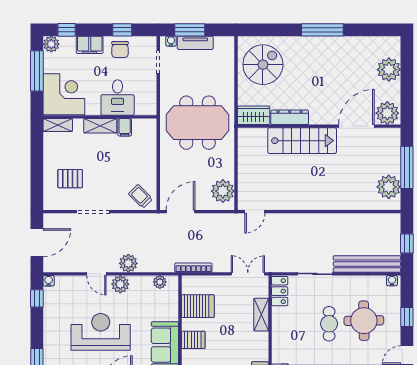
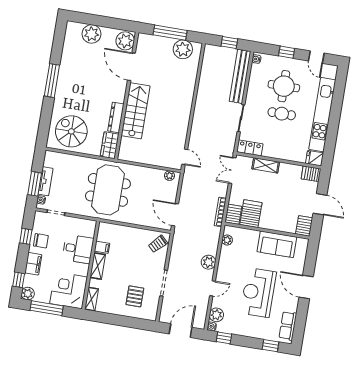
plant: (223, 191) -> (169, 176), width x0.53, depth x0.53
door: (37, 243) -> (181, 331), hinge flipped
plant: (120, 284) -> (216, 315), moved
server rack: (193, 340) -> (233, 214), moved

